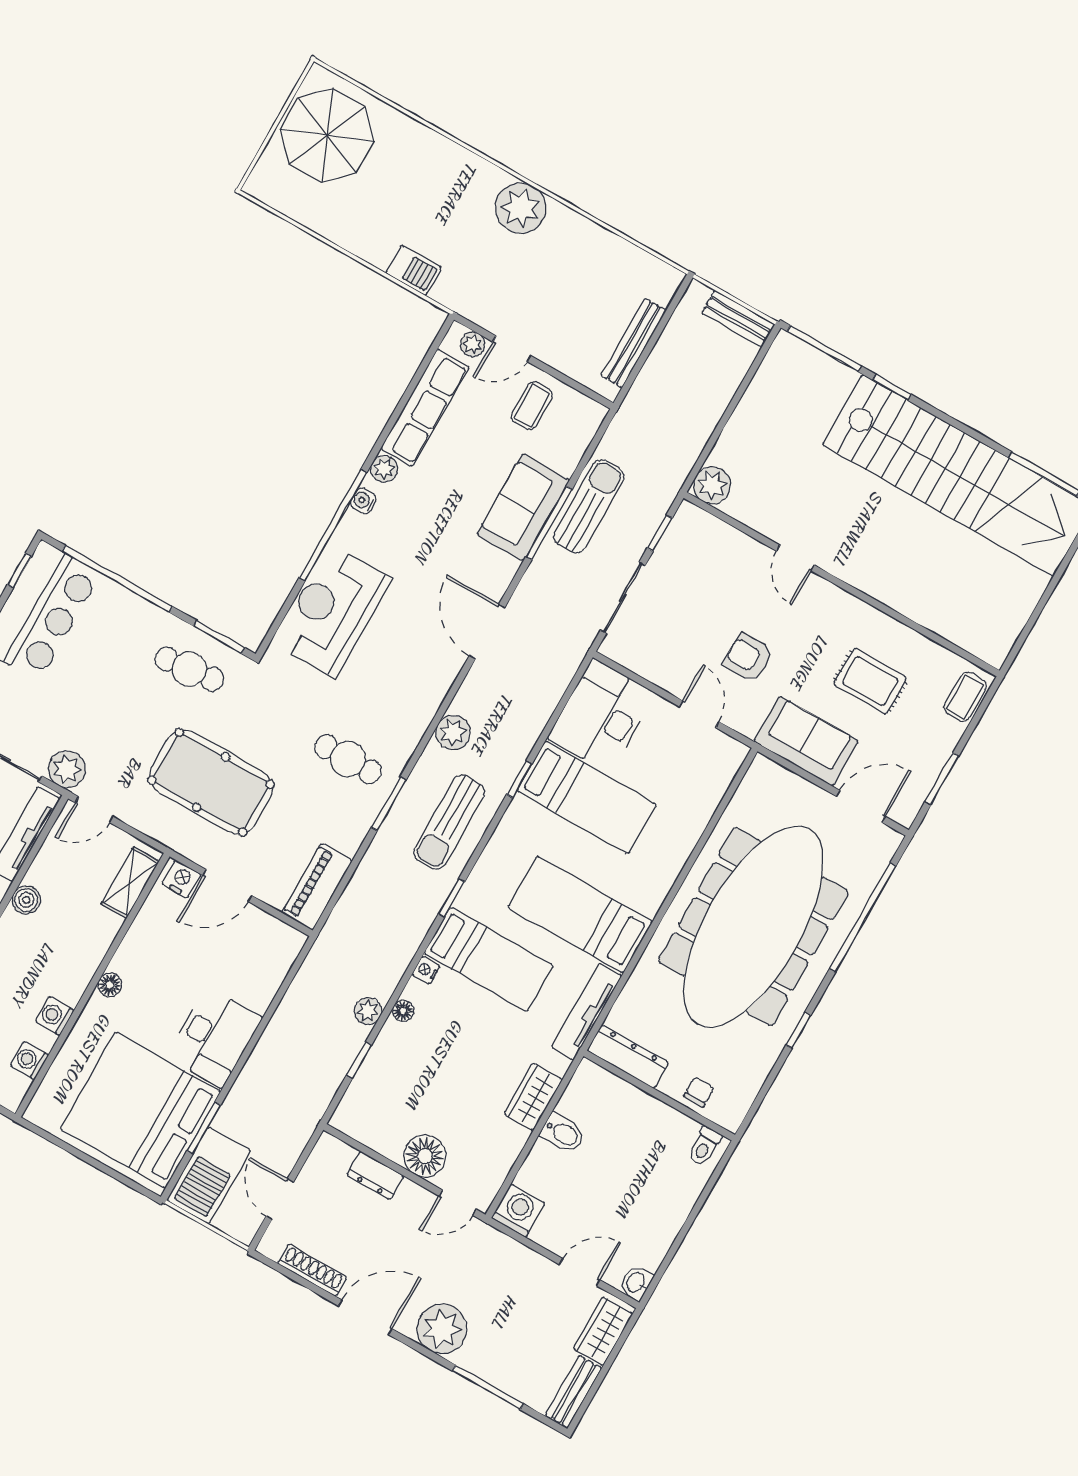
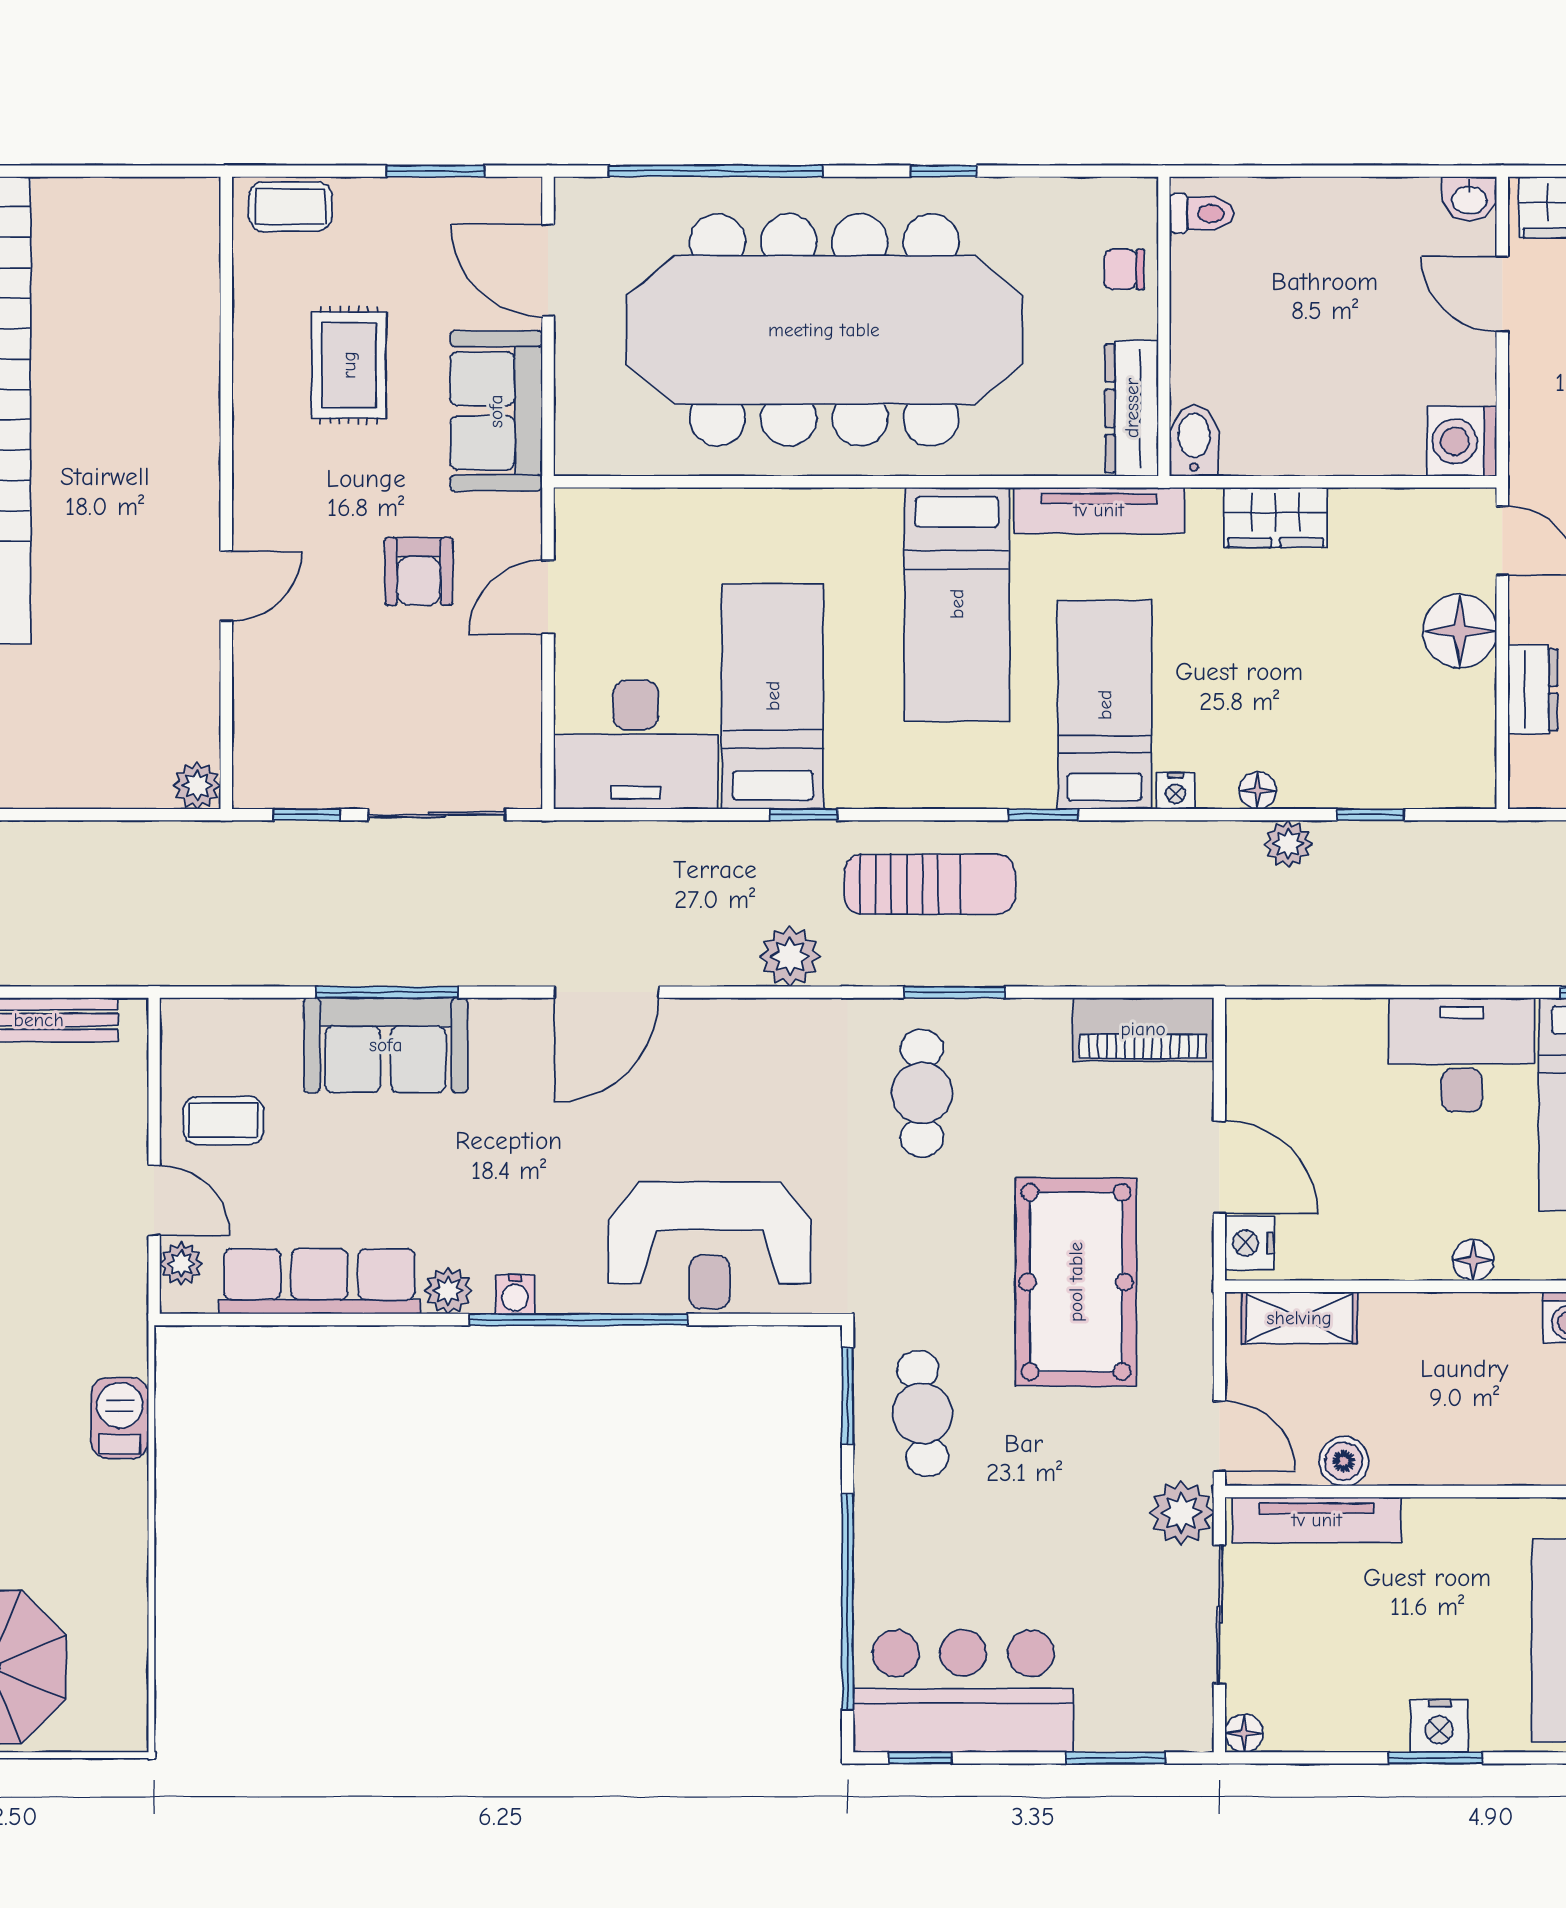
plant: (712, 485) -> (197, 785), width x0.73, depth x0.73
sun lounger: (589, 506) -> (327, 946), removed
boiler: (26, 900) -> (1344, 1461), moved
bidet: (563, 1133) -> (1194, 441), moved

